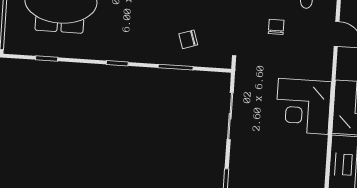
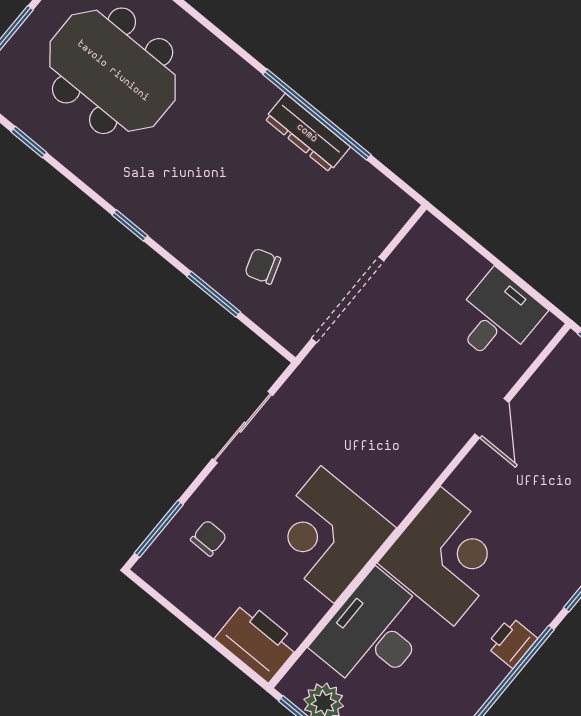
chair: (276, 27) -> (209, 538), moved
corner desk: (303, 106) -> (328, 534), moved

